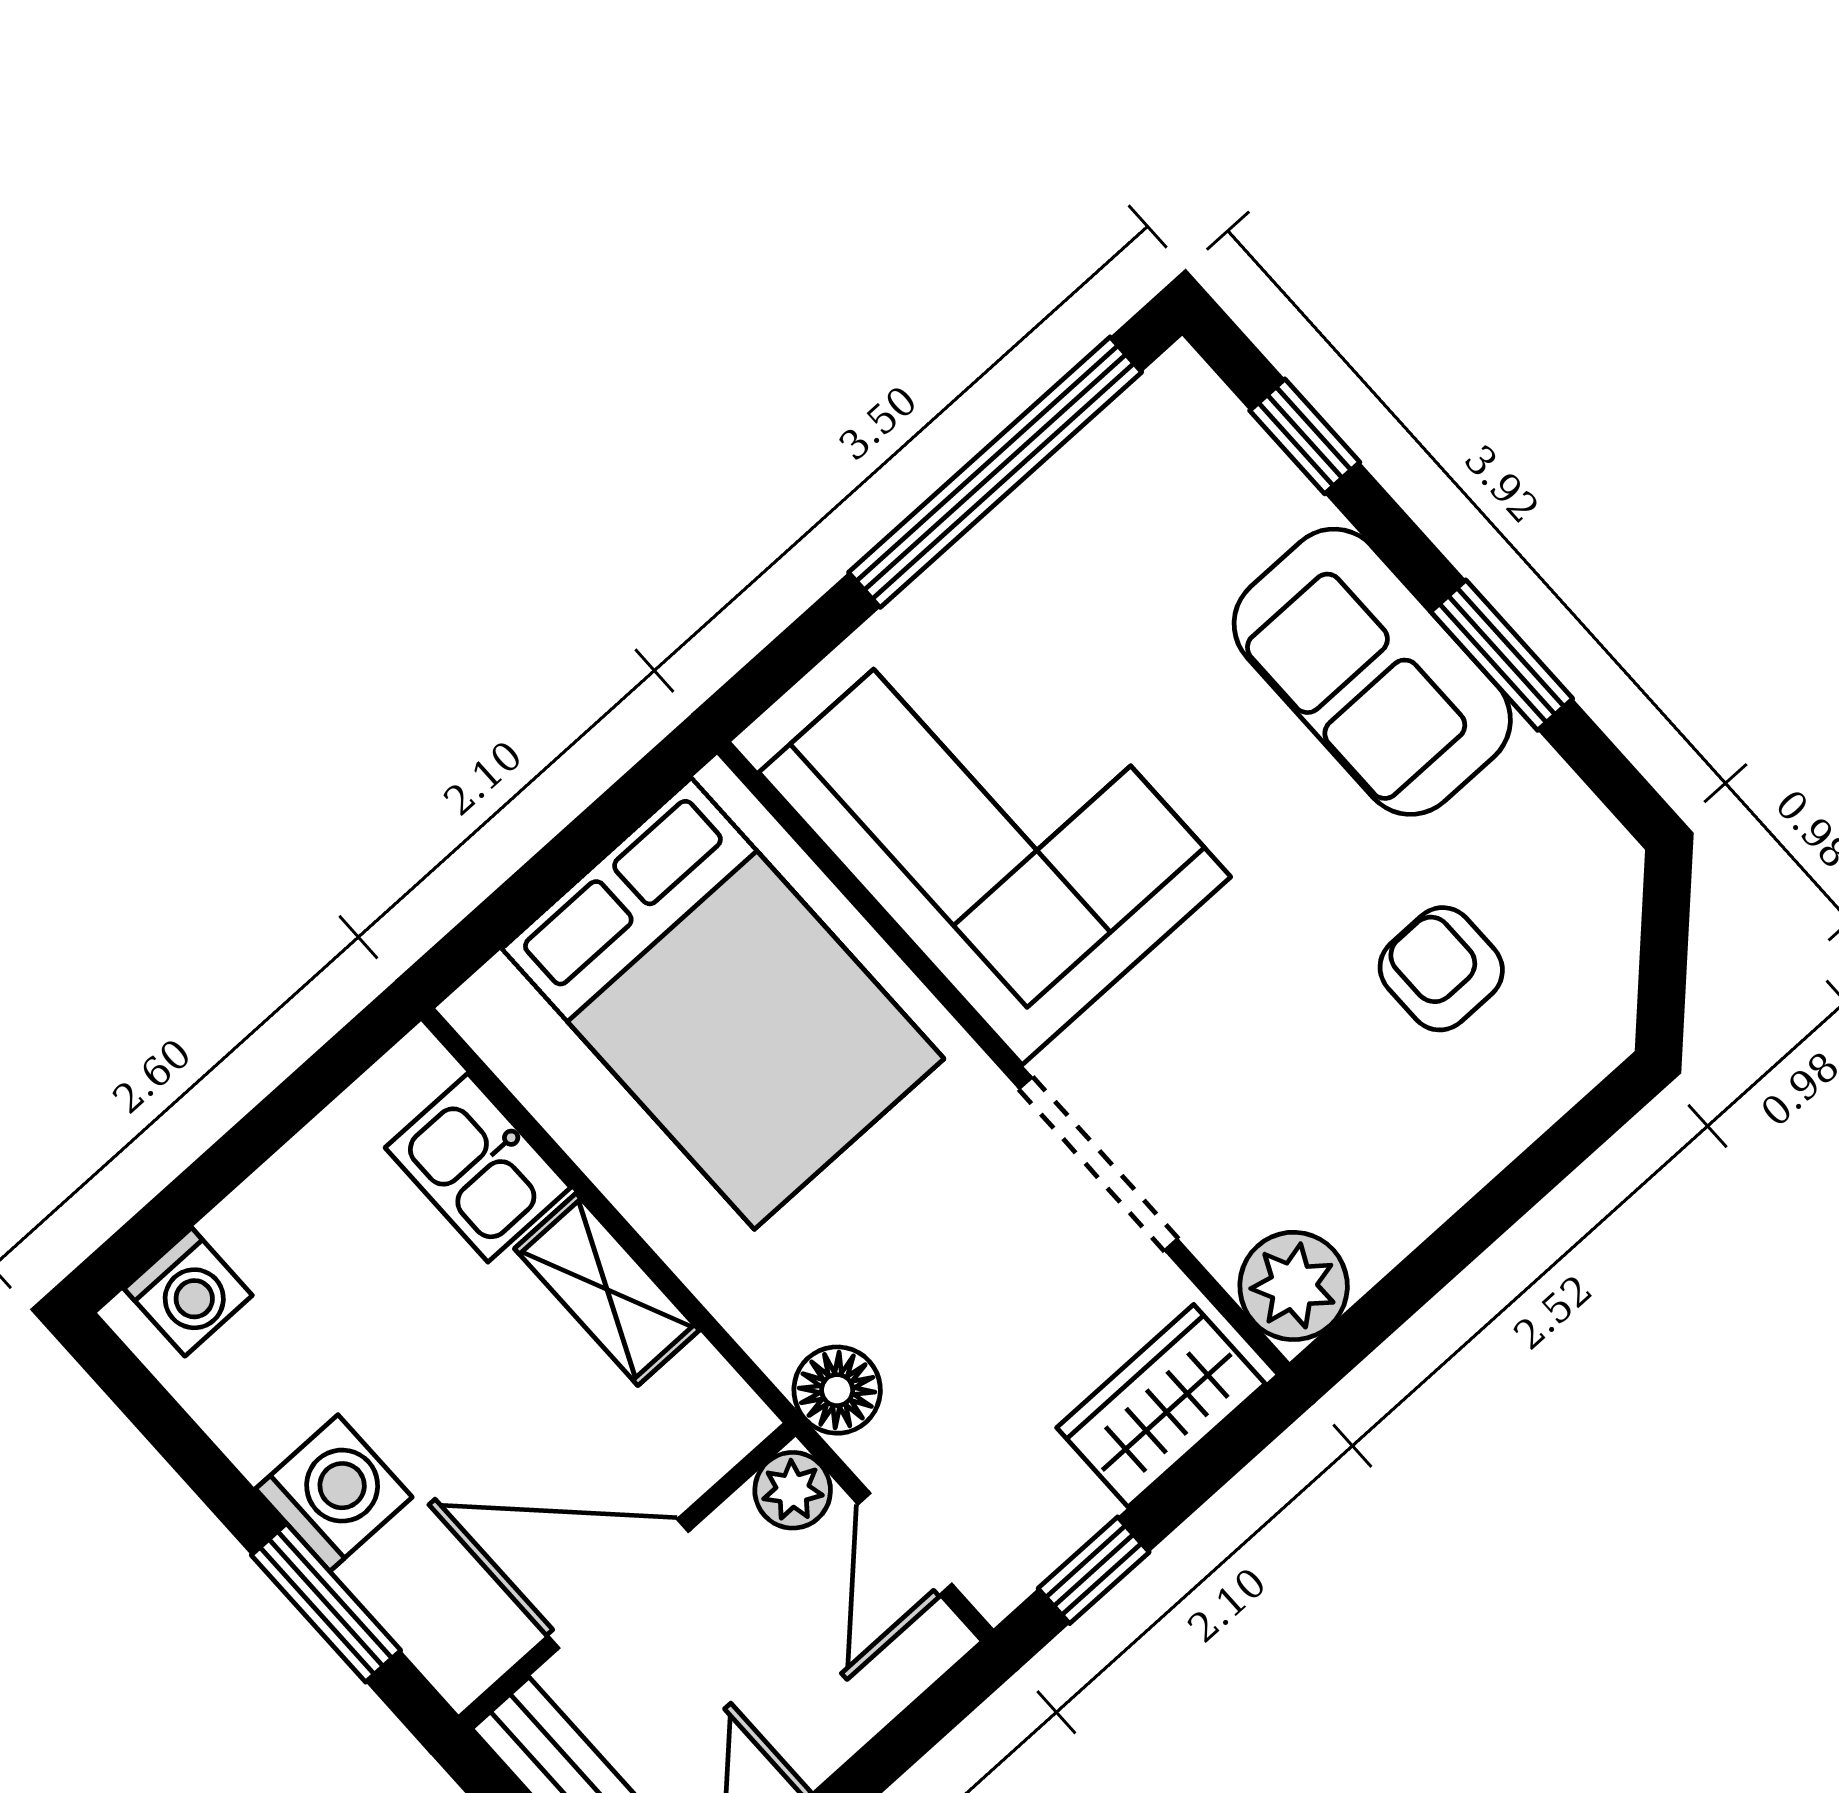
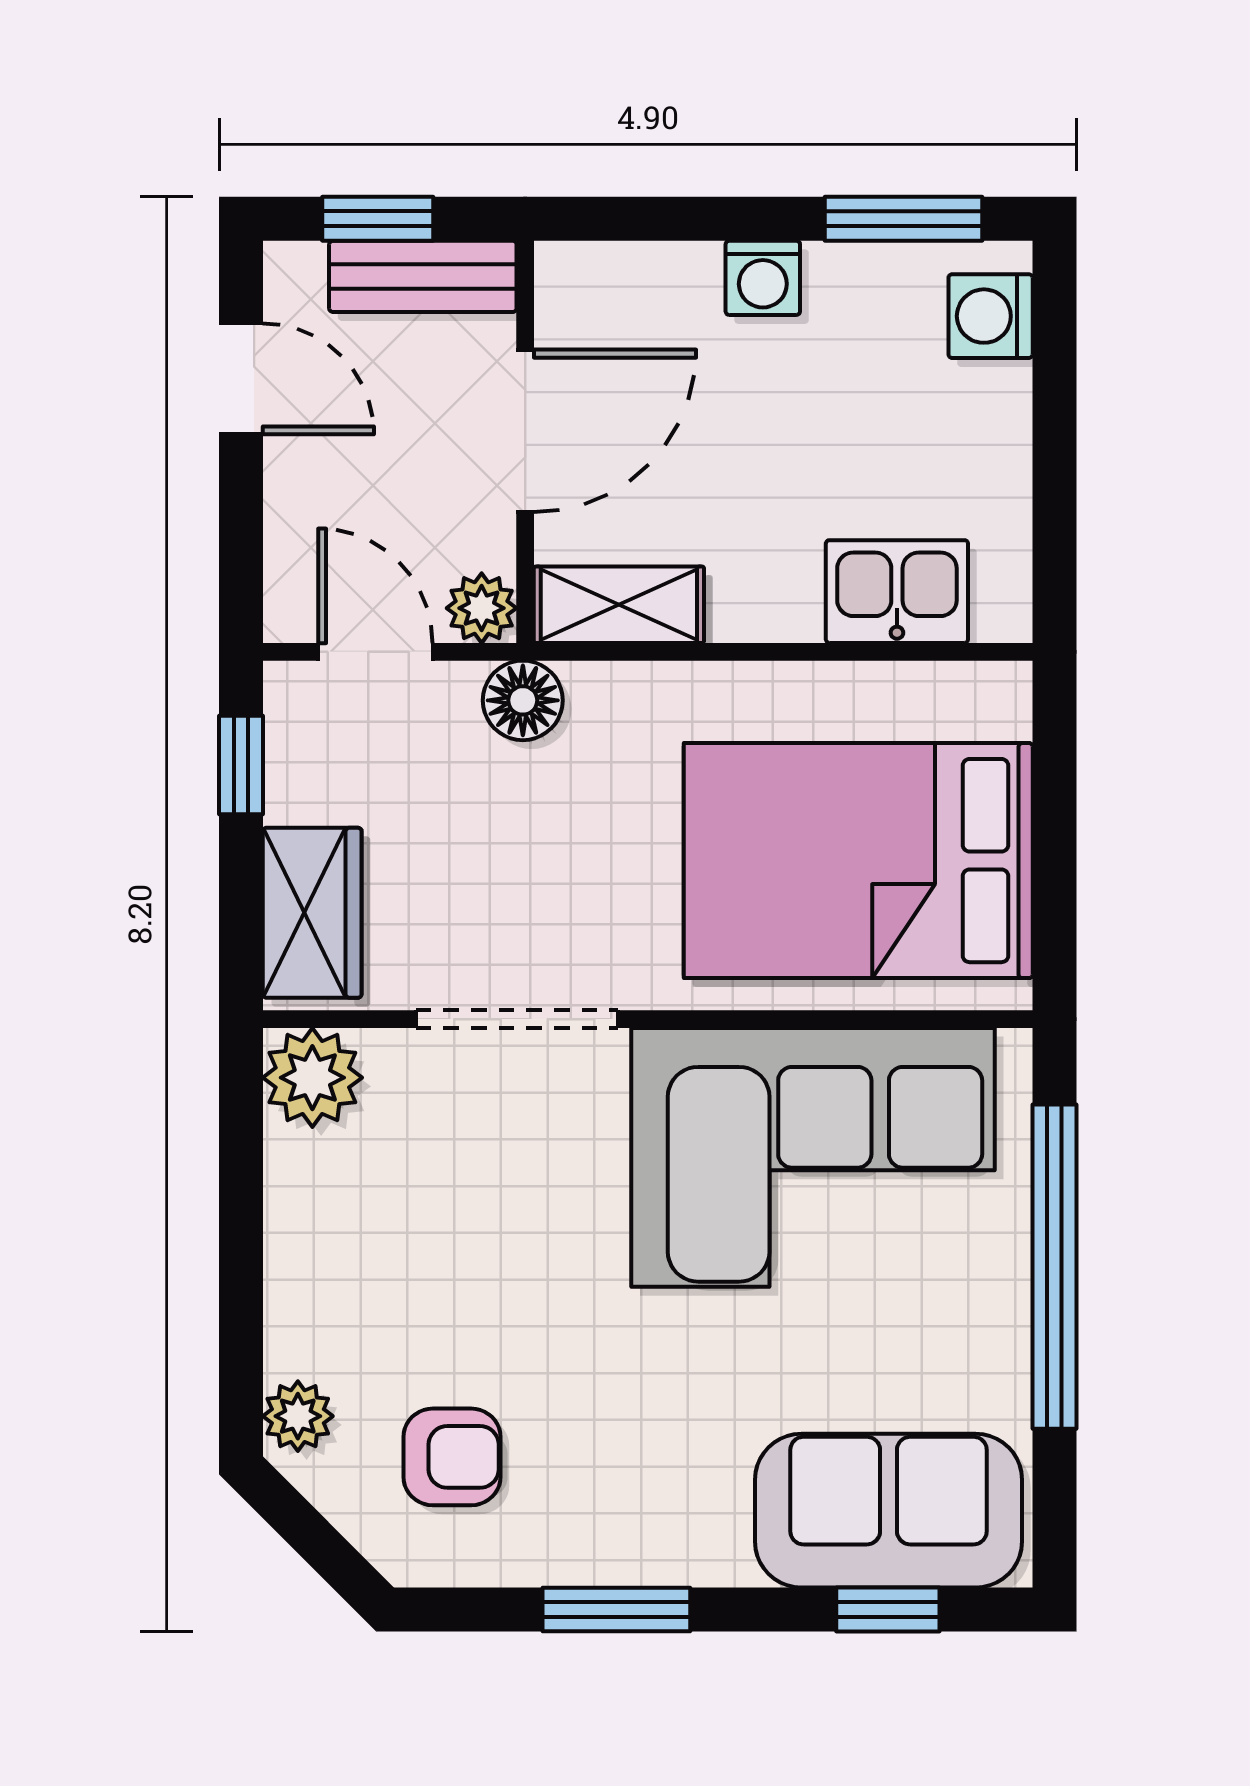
window: (995, 472) -> (1054, 1267), moved
sofa: (1372, 672) -> (889, 1511), moved
armchair: (1441, 969) -> (452, 1457), moved
plant: (1577, 1052) -> (298, 1416), added
shelving: (607, 1289) -> (619, 605), moved
washing machine: (334, 1493) -> (763, 278), width x0.73, depth x0.73
window: (326, 1603) -> (904, 219), moved

